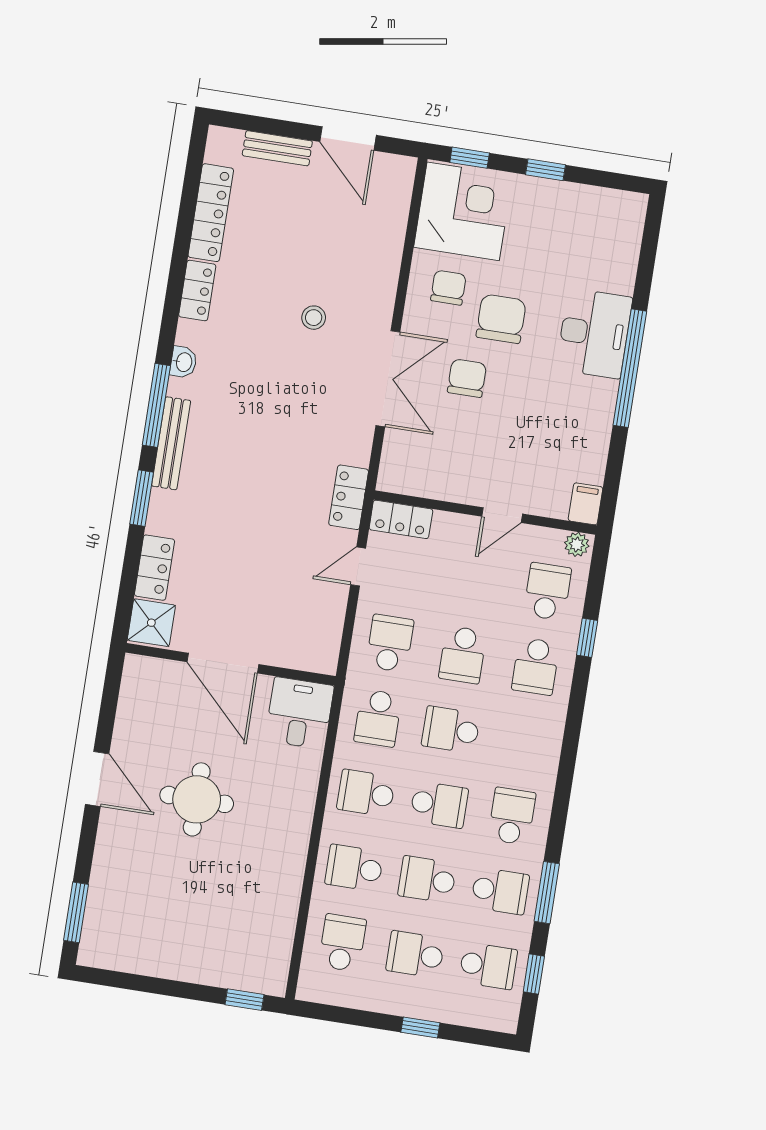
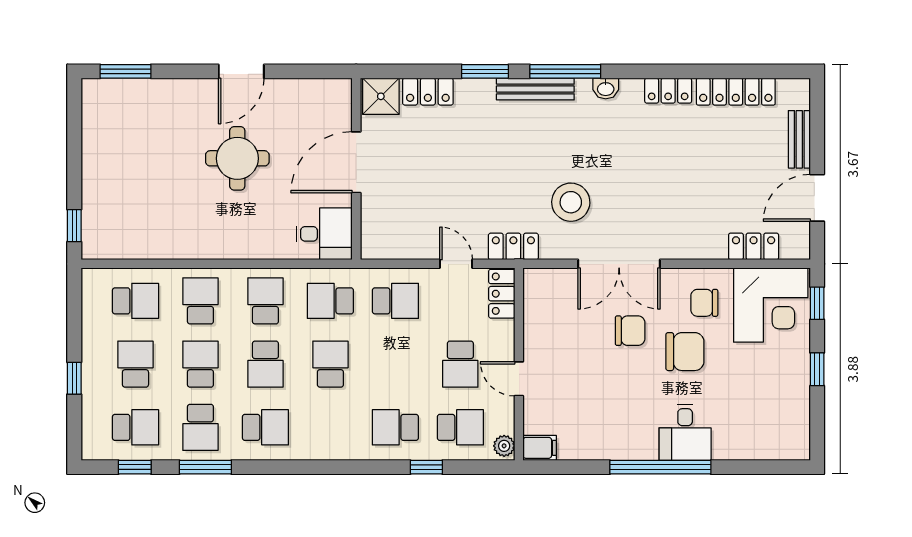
locker: (392, 220) -> (754, 246), added
chair: (448, 288) -> (704, 303), turned 180
stool: (314, 318) -> (571, 202), moved, width x1.89, depth x1.89
desk: (594, 333) -> (685, 432), width x0.73
school desk: (463, 655) -> (460, 364), moved, turned -90
school desk: (488, 966) -> (135, 427), turned -90

